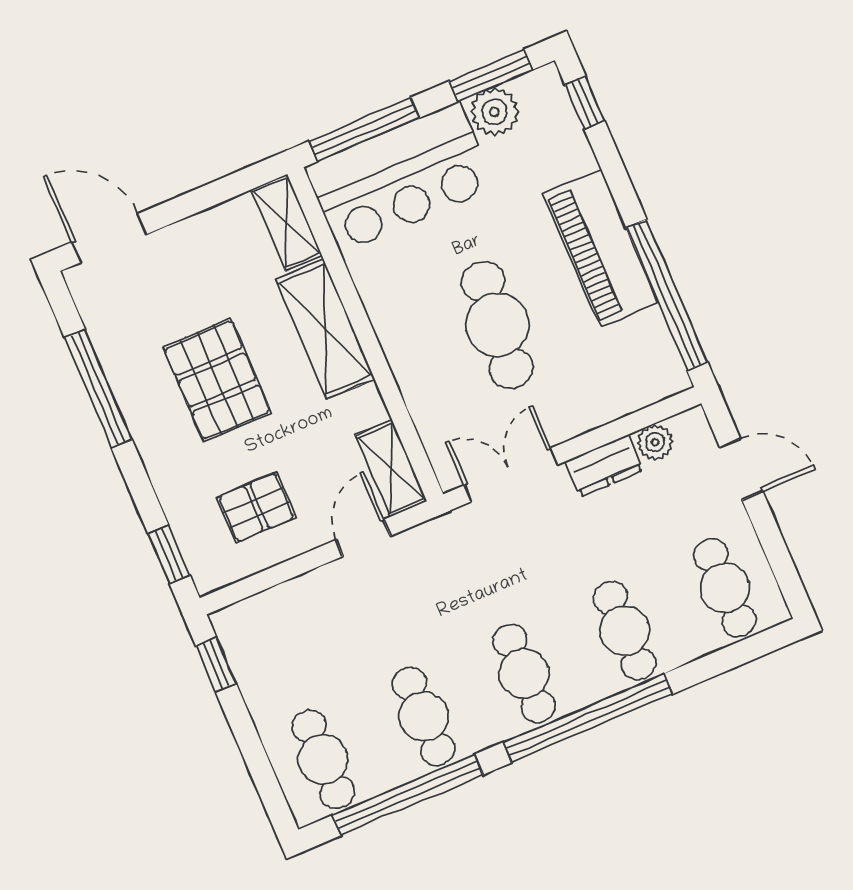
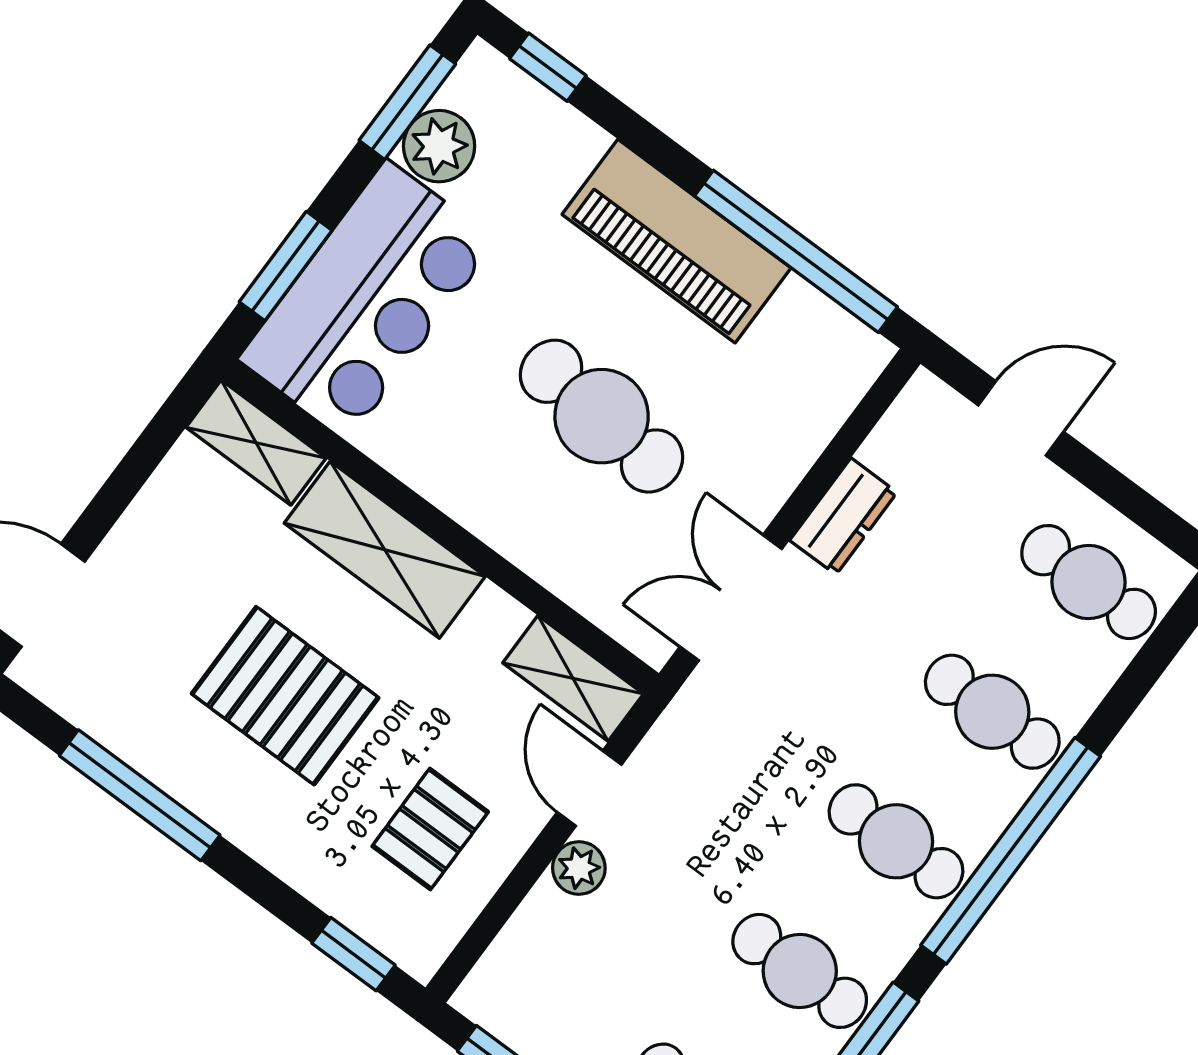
window: (364, 130) -> (286, 266), width x0.69
plant: (655, 442) -> (579, 868), moved

